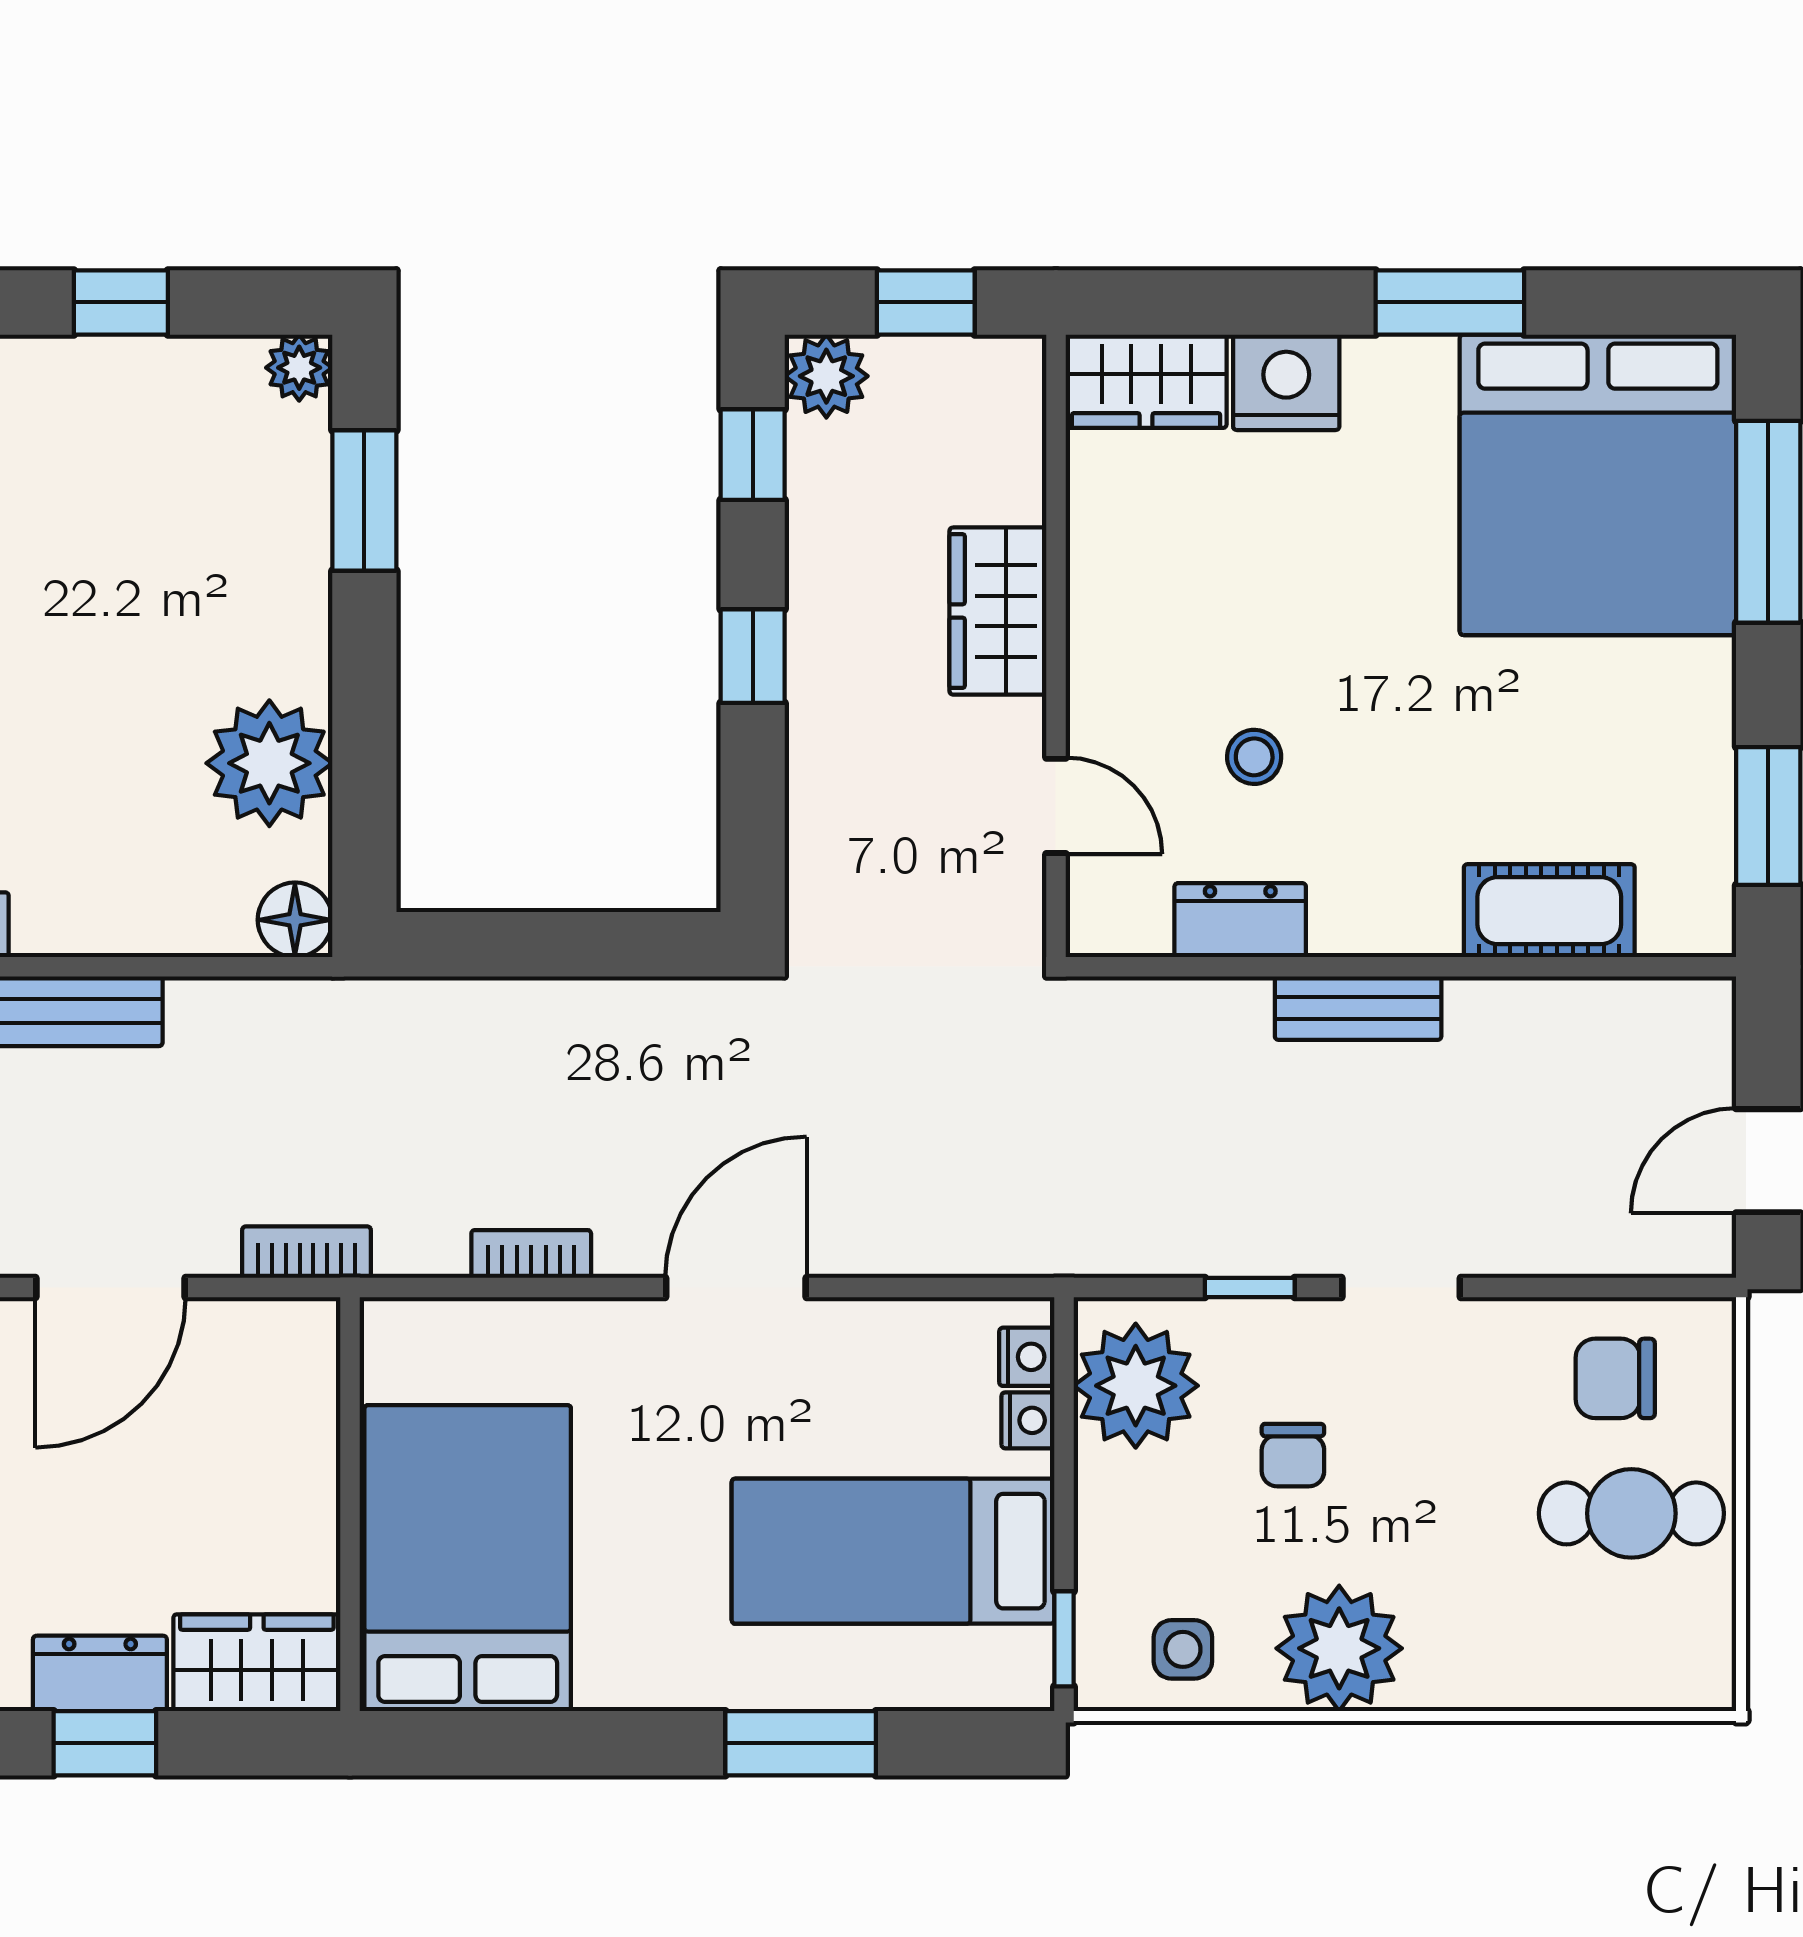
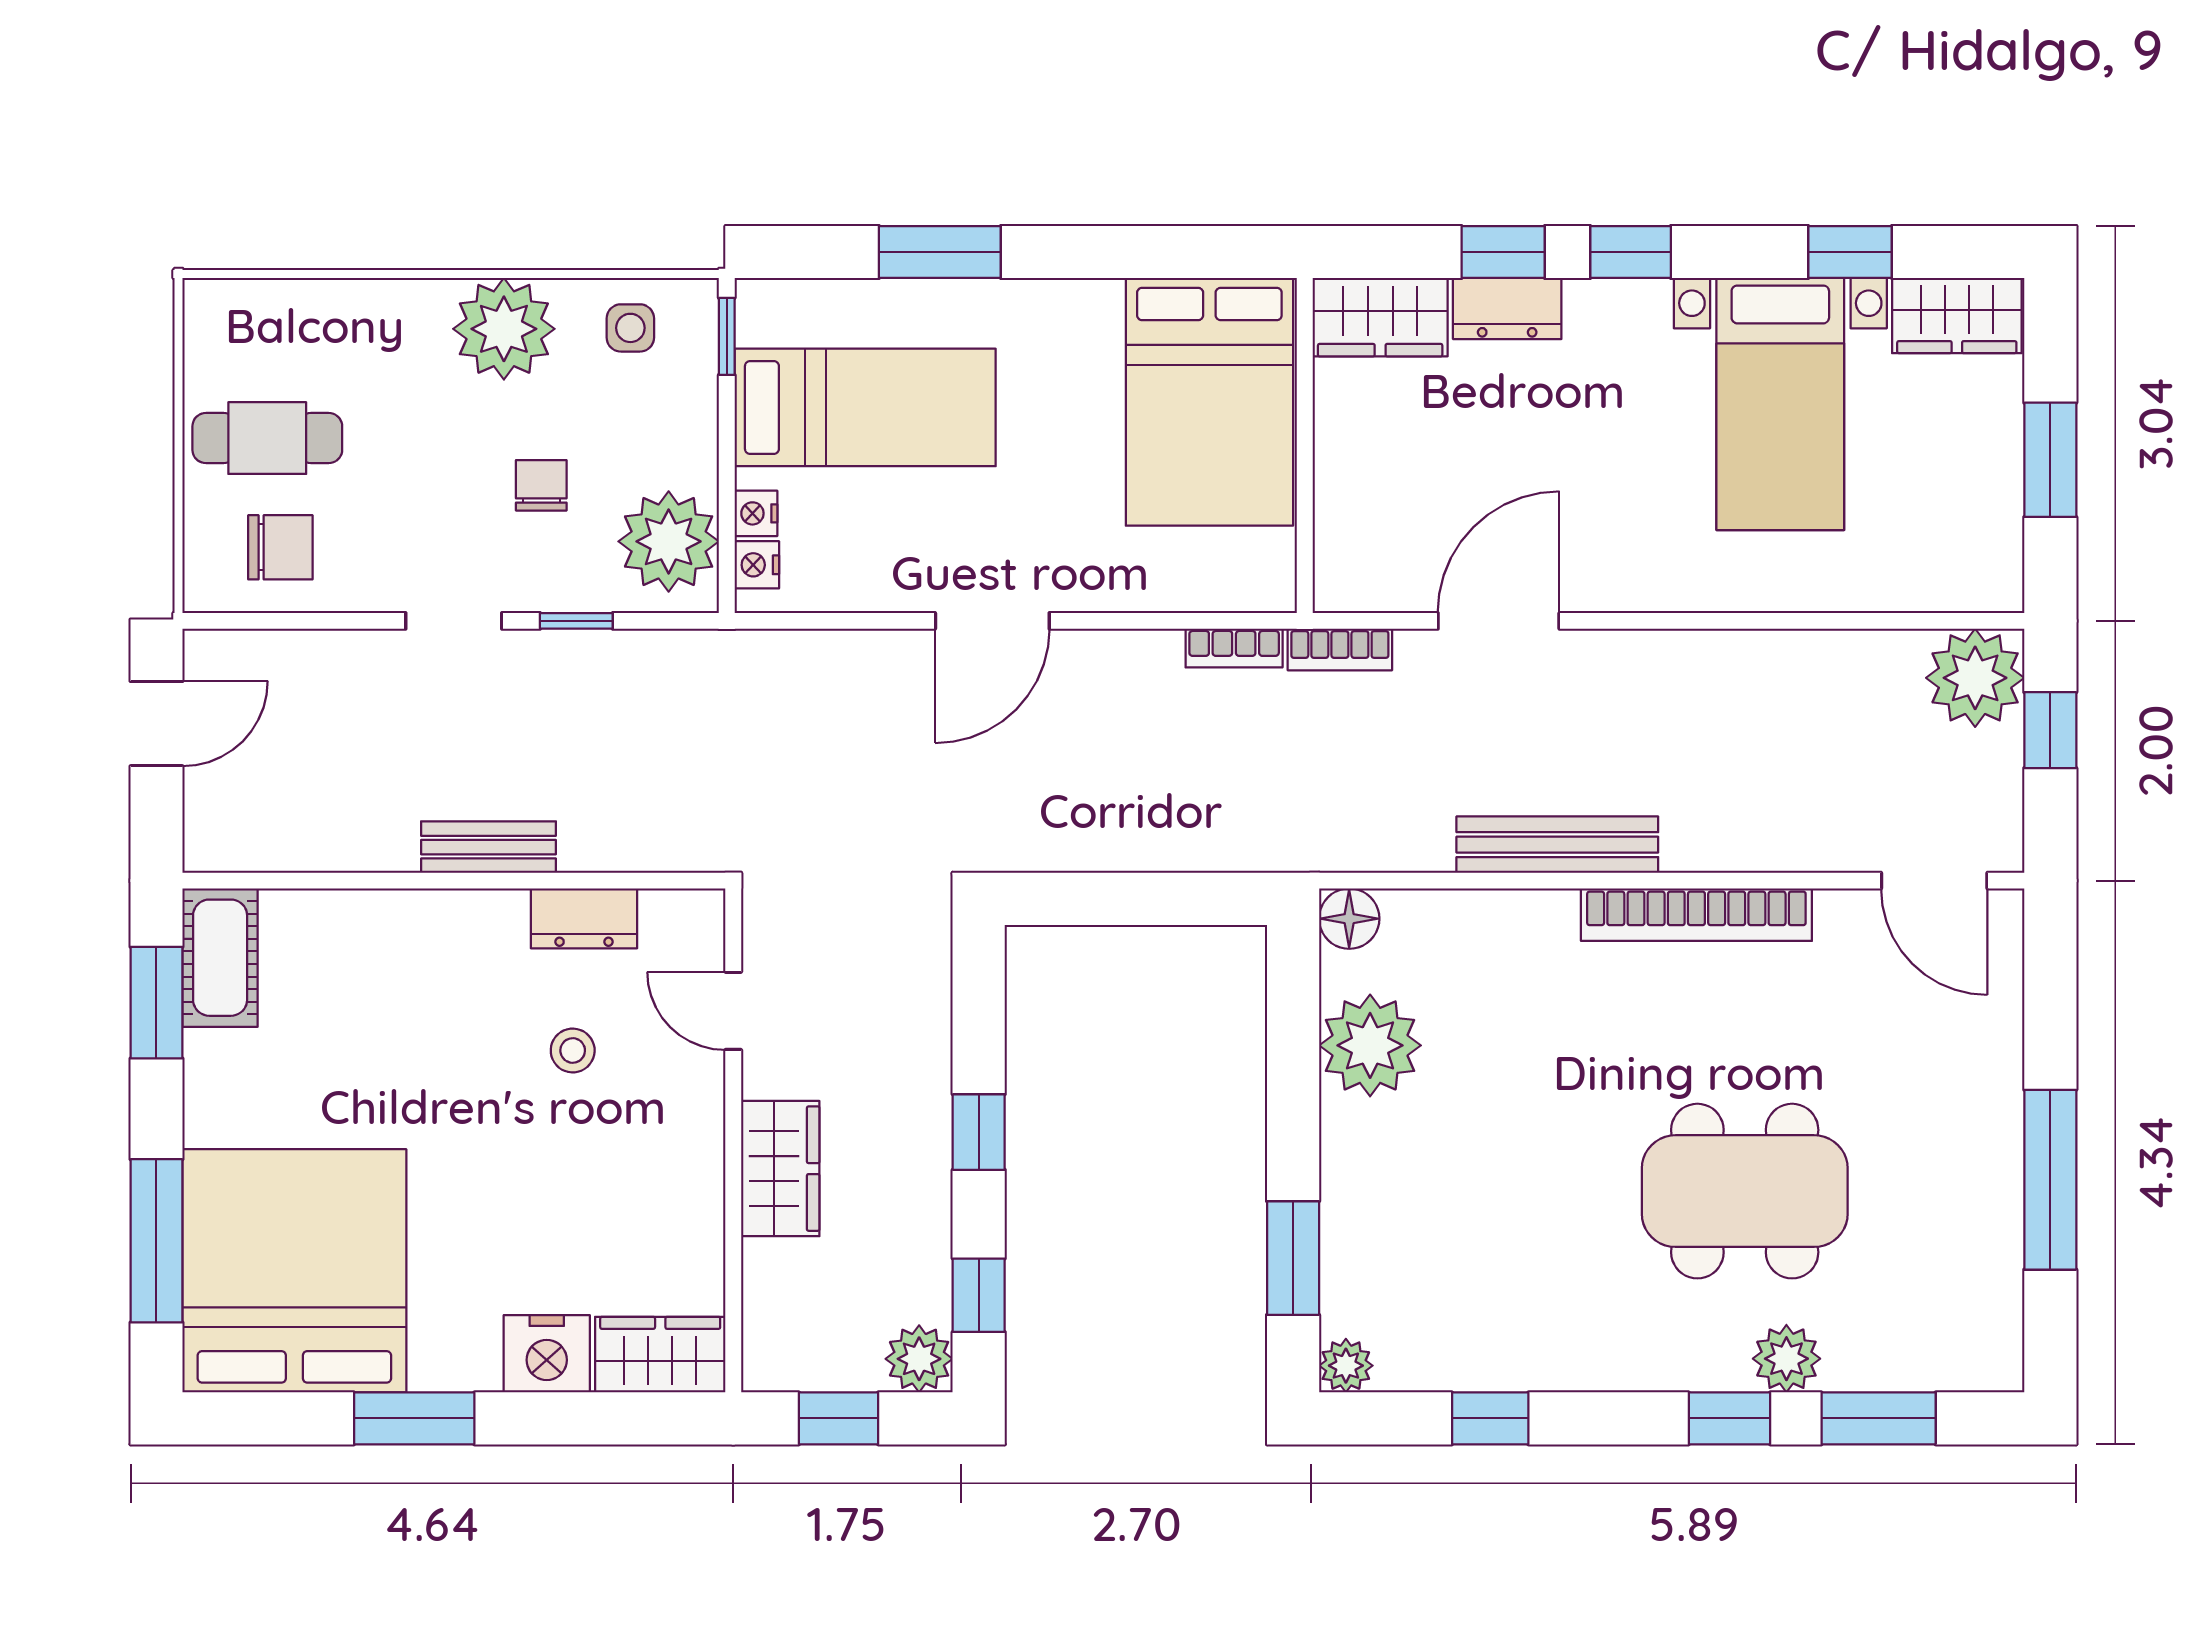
cot: (1549, 911) -> (220, 958), moved, turned 90
bookcase: (531, 1254) -> (1234, 648), moved

